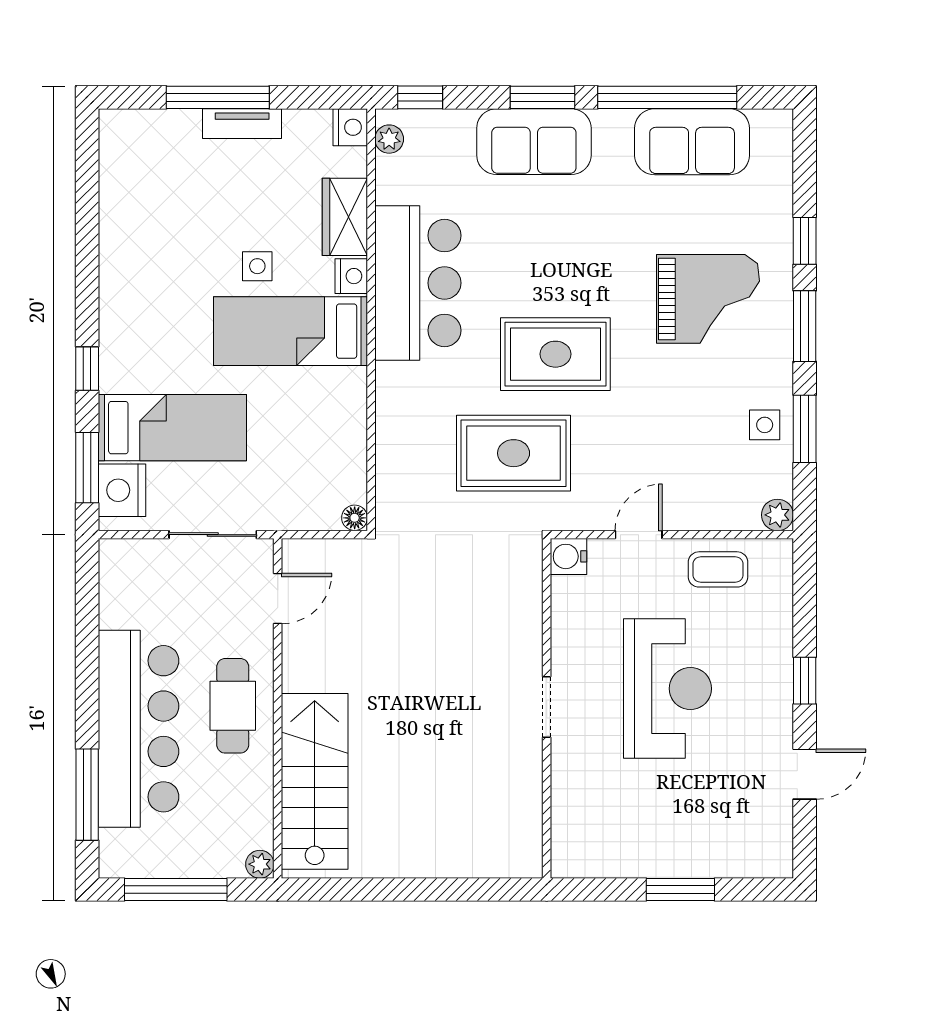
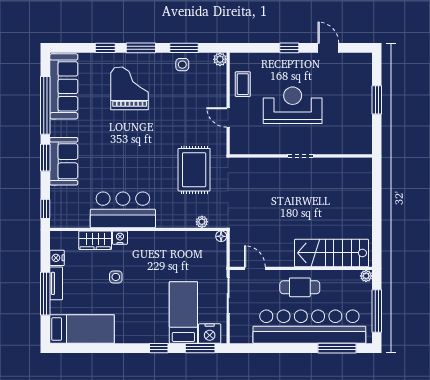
nightstand: (350, 127) -> (57, 258), moved, turned -90
plant: (389, 139) -> (202, 222), moved
sofa: (692, 142) -> (64, 86), width x1.36
bed: (291, 331) -> (82, 329), moved, turned -90
rug: (555, 354) -> (153, 152), removed
water cooler: (569, 556) -> (237, 147), removed
bar counter: (139, 729) -> (309, 327), width x1.36

